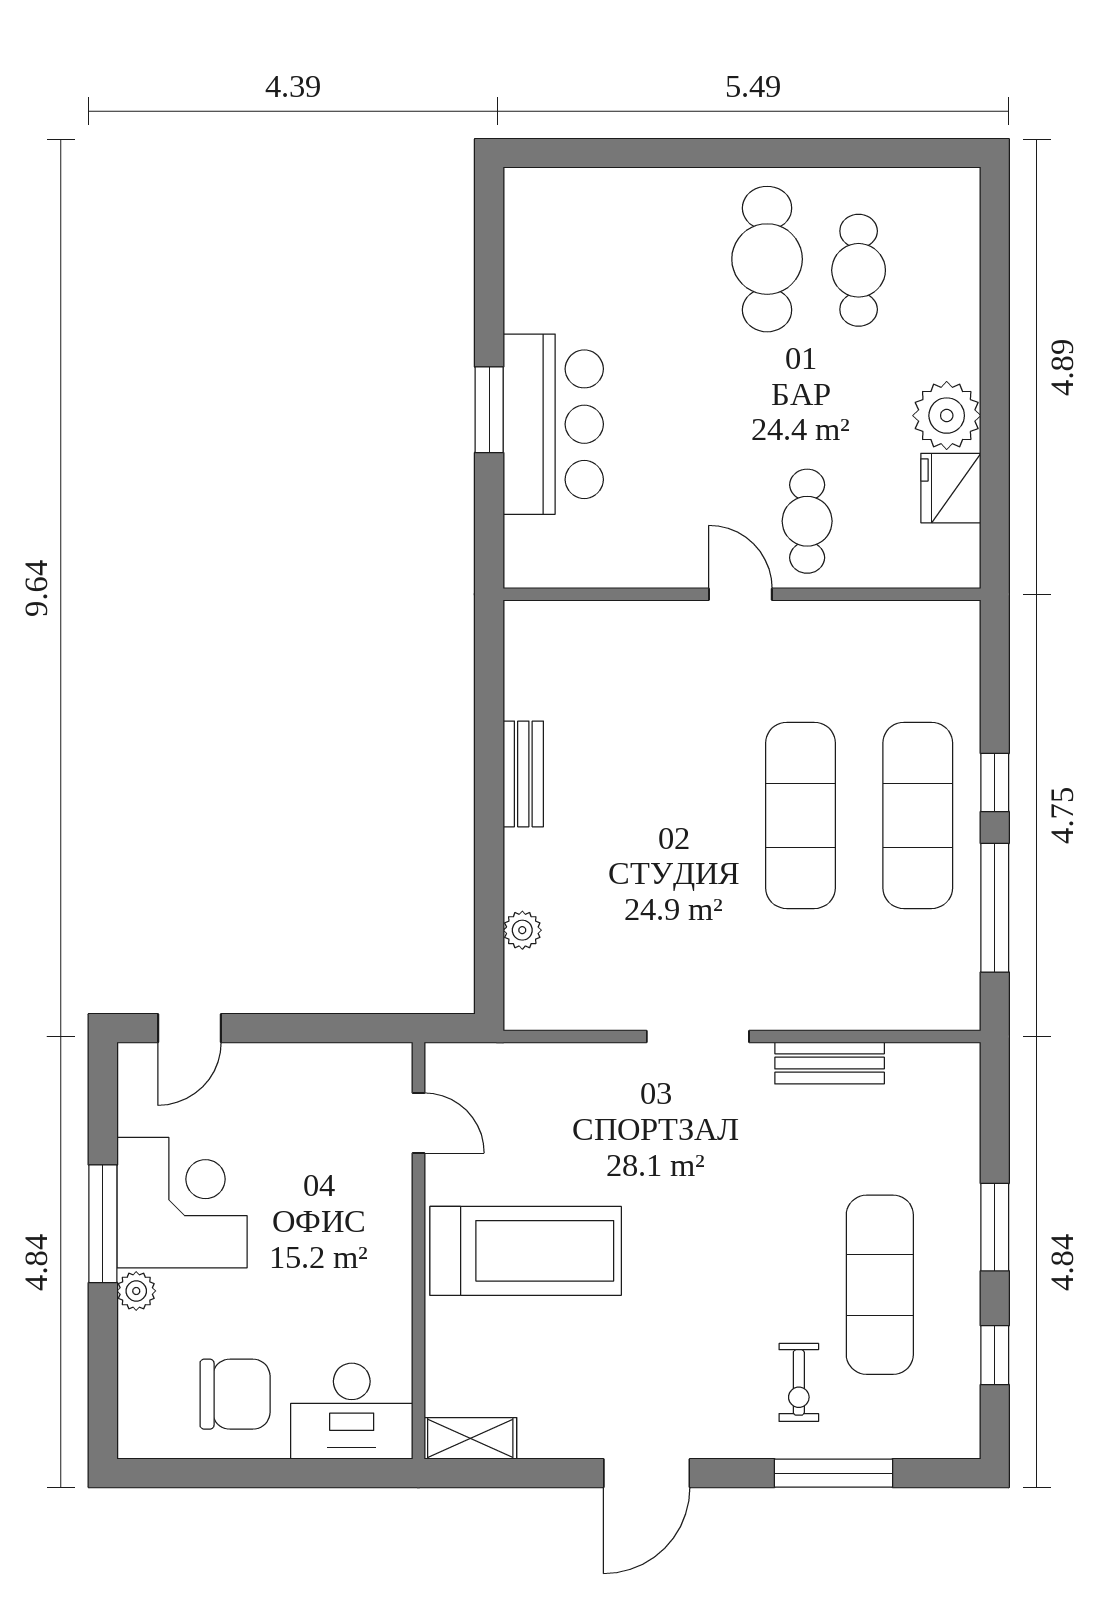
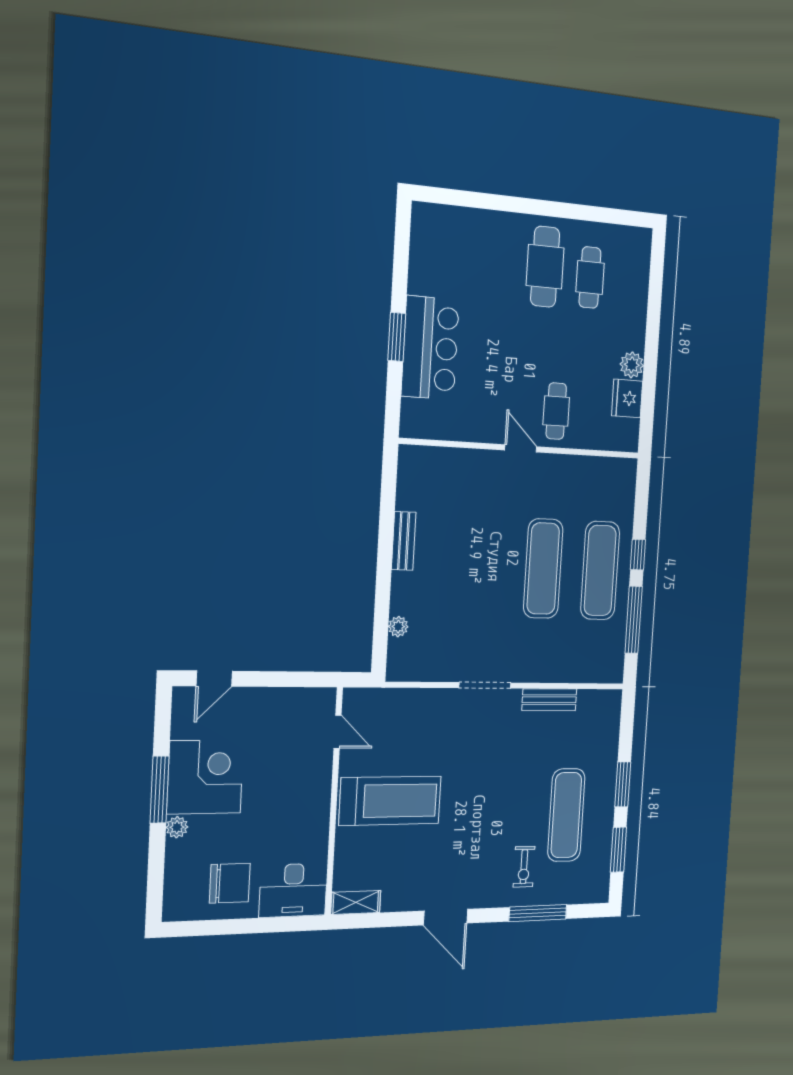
plant: (947, 416) -> (632, 365), width x0.73, depth x0.73
window: (995, 1355) -> (618, 850), width x1.50
door: (647, 1473) -> (446, 917), hinge flipped

